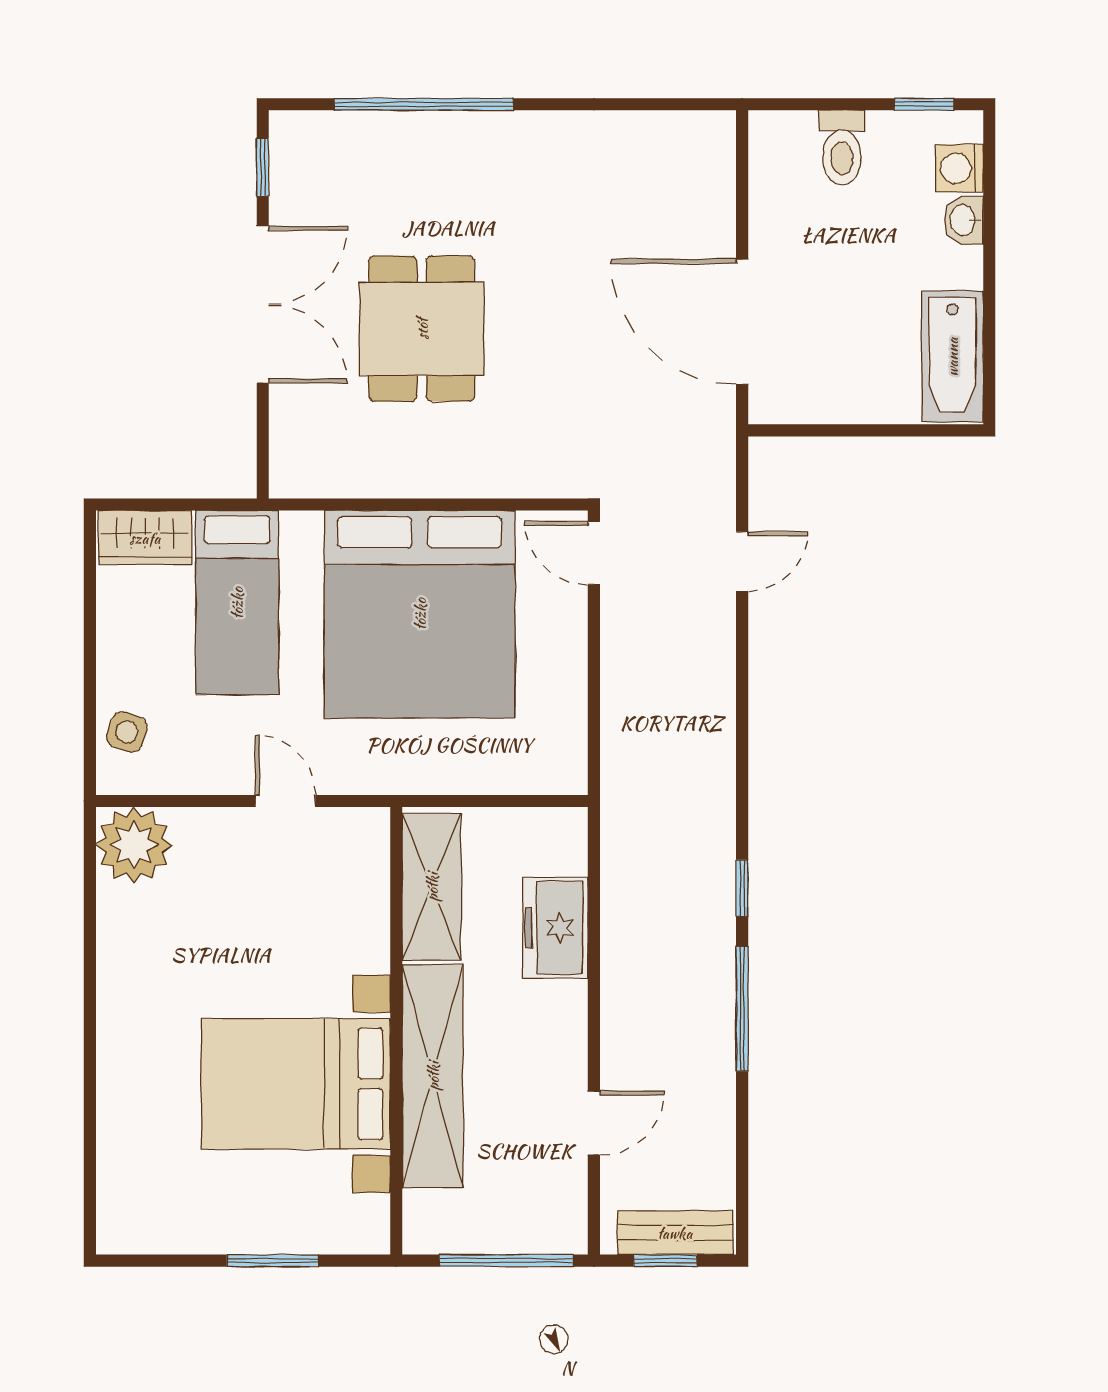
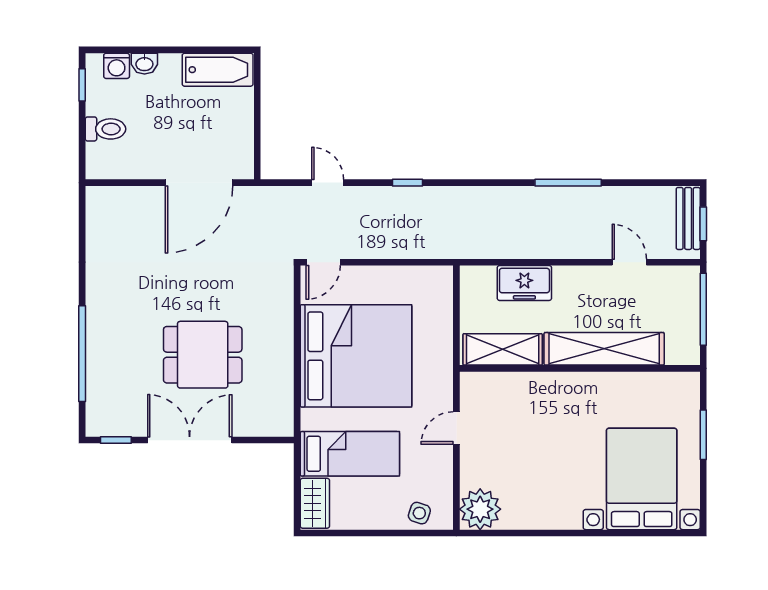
window: (742, 888) -> (407, 183), moved
bed with nightstands: (296, 1084) -> (642, 479), moved, turned 180

